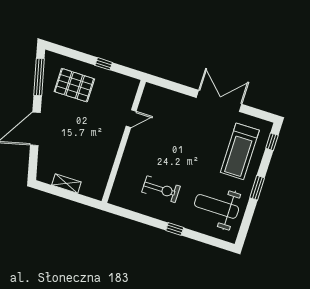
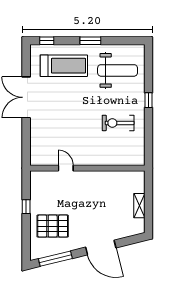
pallet: (74, 85) -> (53, 226), turned 90
exercise bike: (161, 189) -> (118, 123), turned -90
weight bench: (217, 206) -> (118, 70), turned -90

